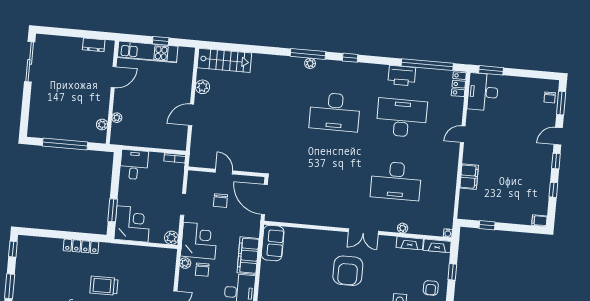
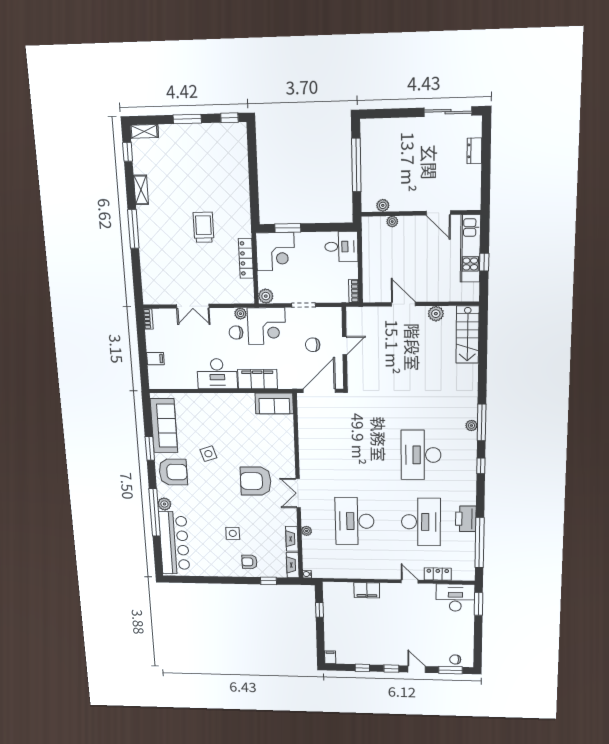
dresser: (94, 45) -> (474, 151), moved
locker: (459, 84) -> (438, 574), moved
locker: (81, 246) -> (246, 258), moved

